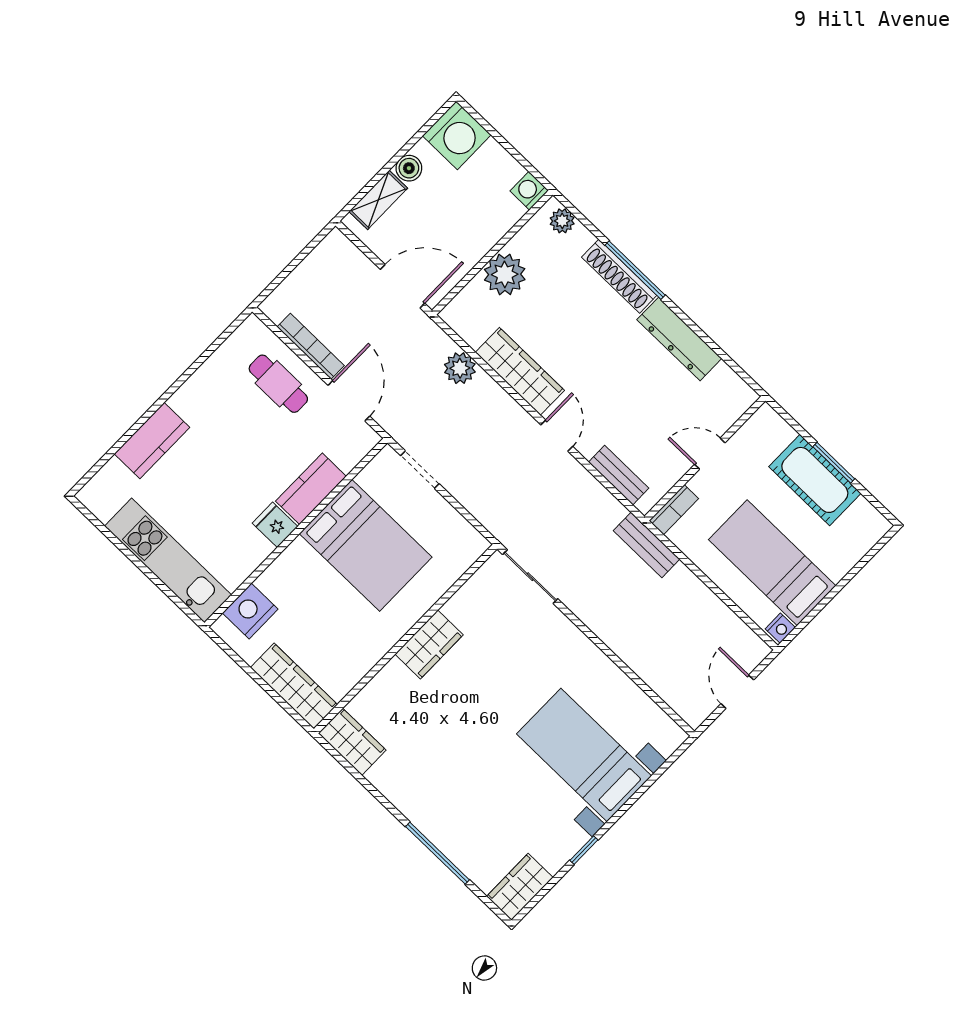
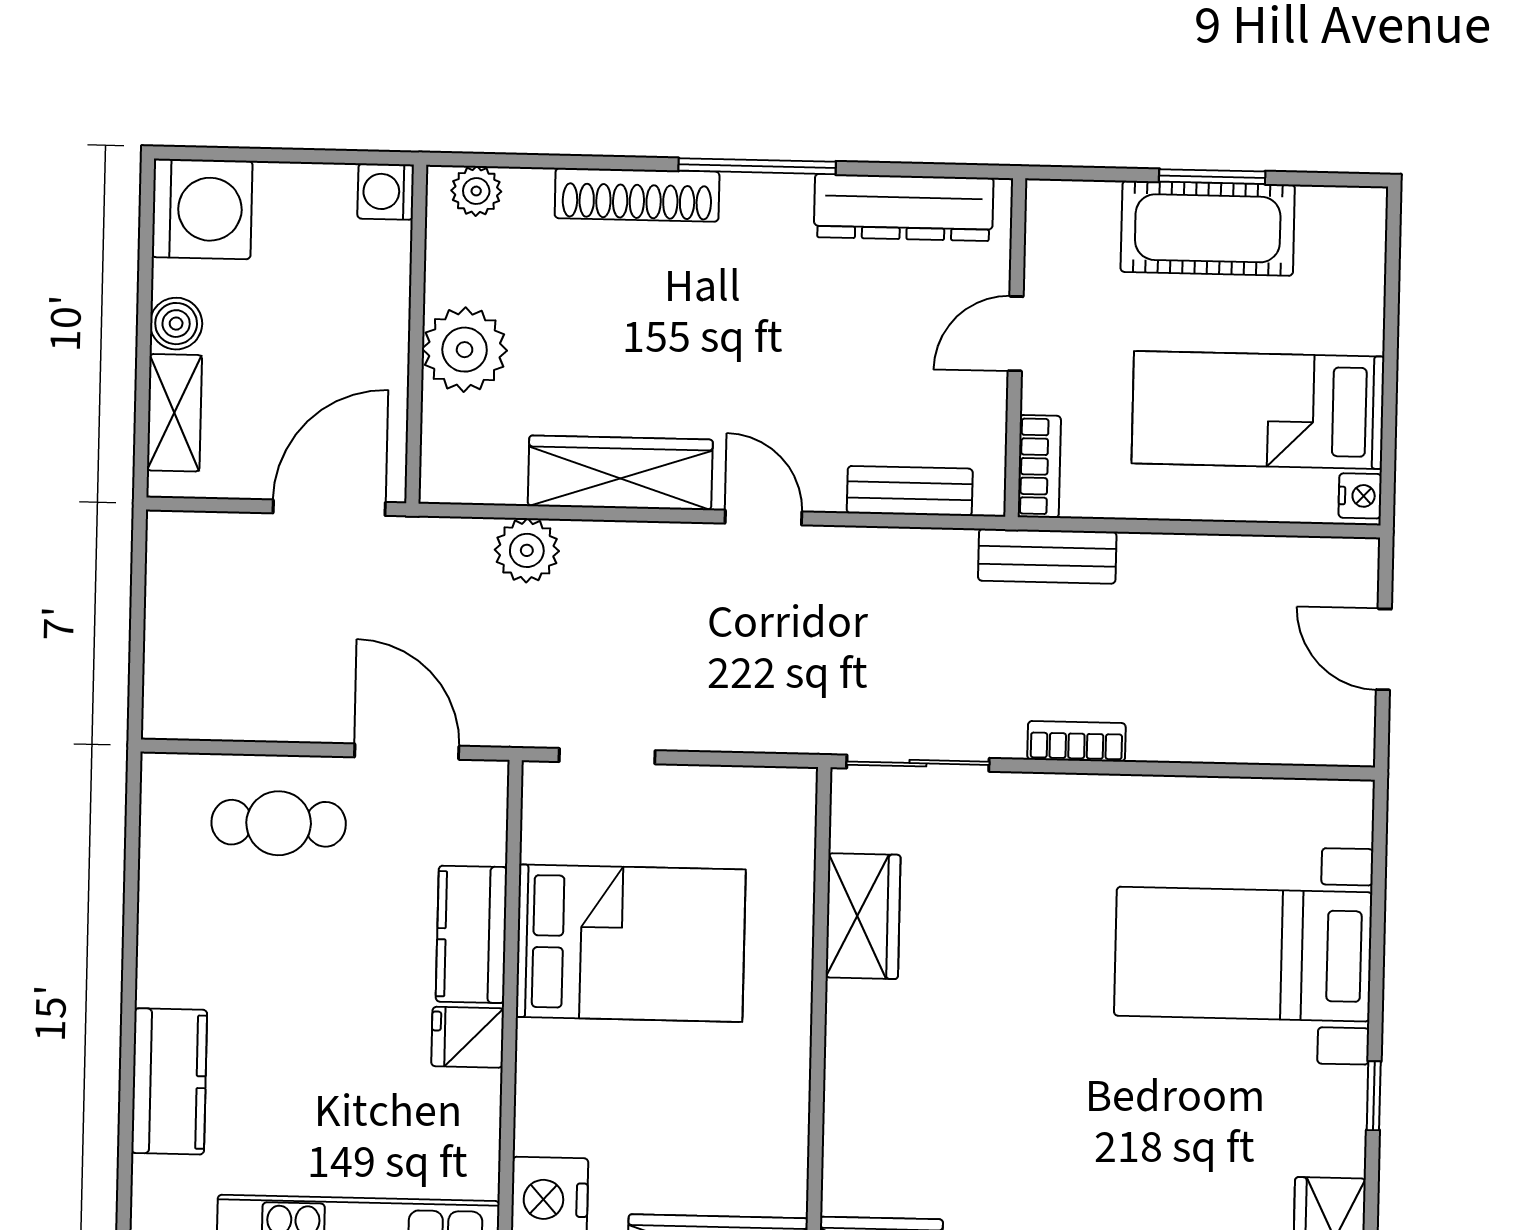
window: (635, 270) -> (757, 166), moved
dresser: (679, 339) -> (904, 207), moved
bookcase: (311, 346) -> (1076, 741), moved, width x0.64
wardrobe: (429, 644) -> (863, 916), moved

